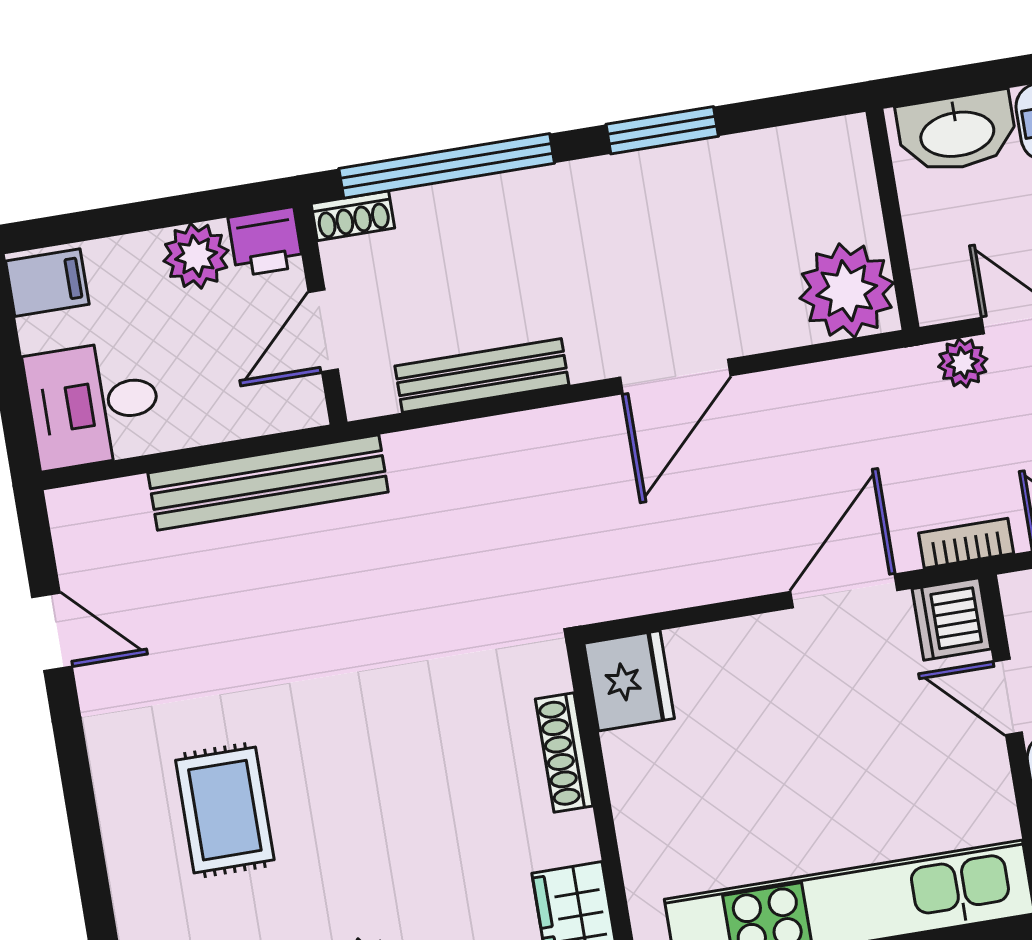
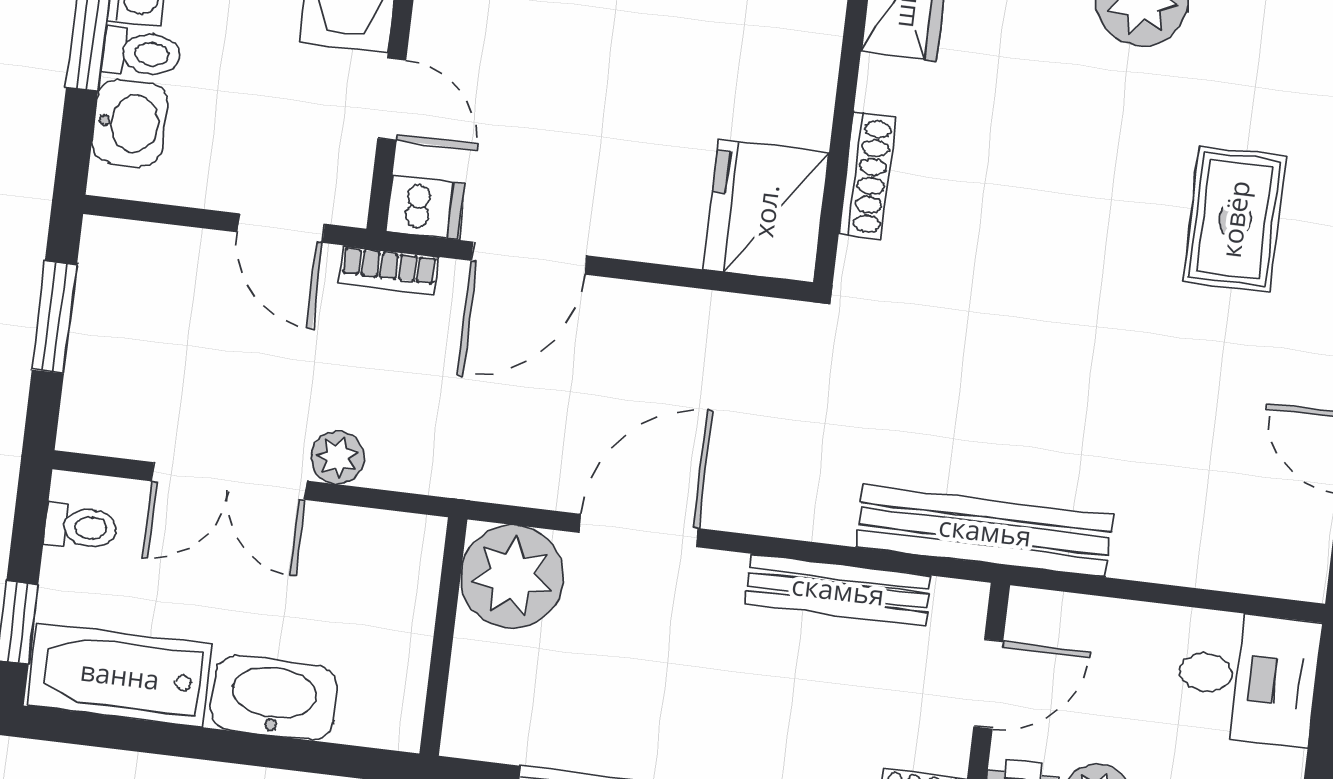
wall: (892, 219) -> (443, 636), moved
plant: (847, 291) -> (512, 577), moved
bench: (268, 482) -> (985, 531), moved
dishwasher: (952, 619) -> (425, 207), width x0.73
fridge: (629, 681) -> (766, 211), width x1.36, depth x1.34

